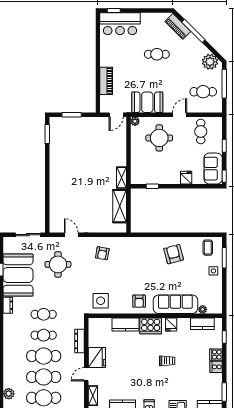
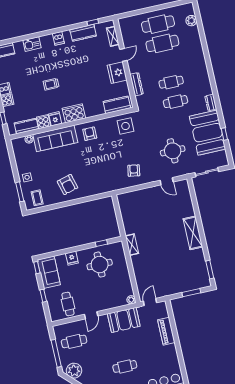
round table: (159, 138) -> (100, 265), moved
shelving: (120, 206) -> (193, 233), moved
cooker: (184, 324) -> (44, 122), added
kitchen counter: (126, 325) -> (117, 105), moved
cafe table: (44, 356) -> (167, 63), removed

